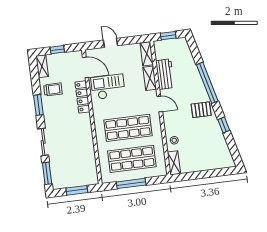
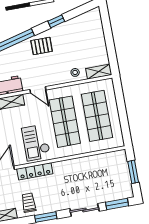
checkout: (108, 87) -> (36, 143), moved
door: (160, 104) -> (38, 90), swing flipped
pallet: (201, 110) -> (42, 46), turned 90
window: (131, 183) -> (123, 115), removed

